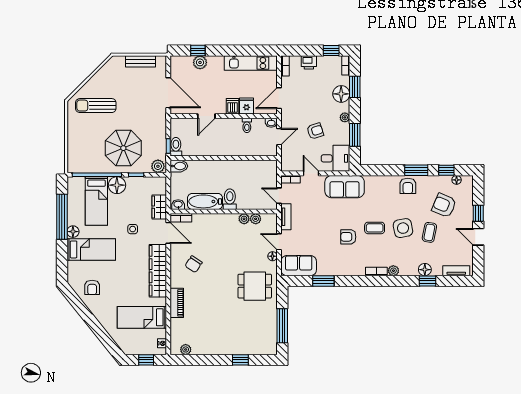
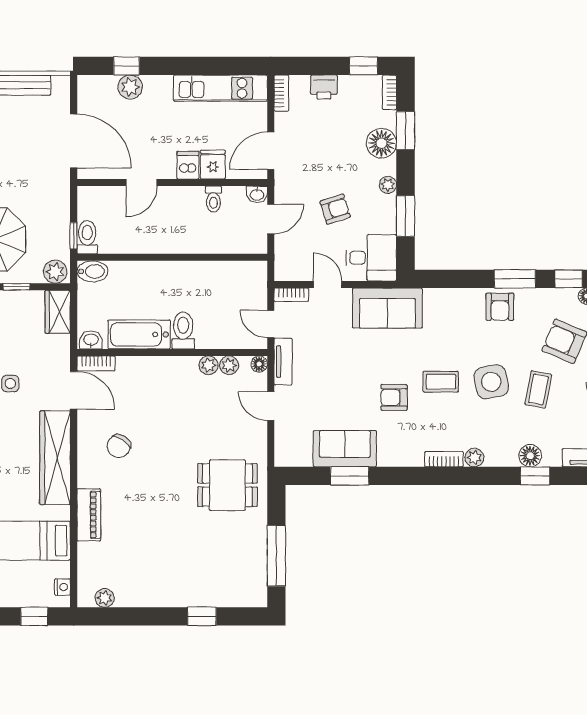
wardrobe: (159, 207) -> (58, 312), moved
floor lamp: (272, 256) -> (259, 364), moved
sofa: (299, 266) -> (345, 449), moved

